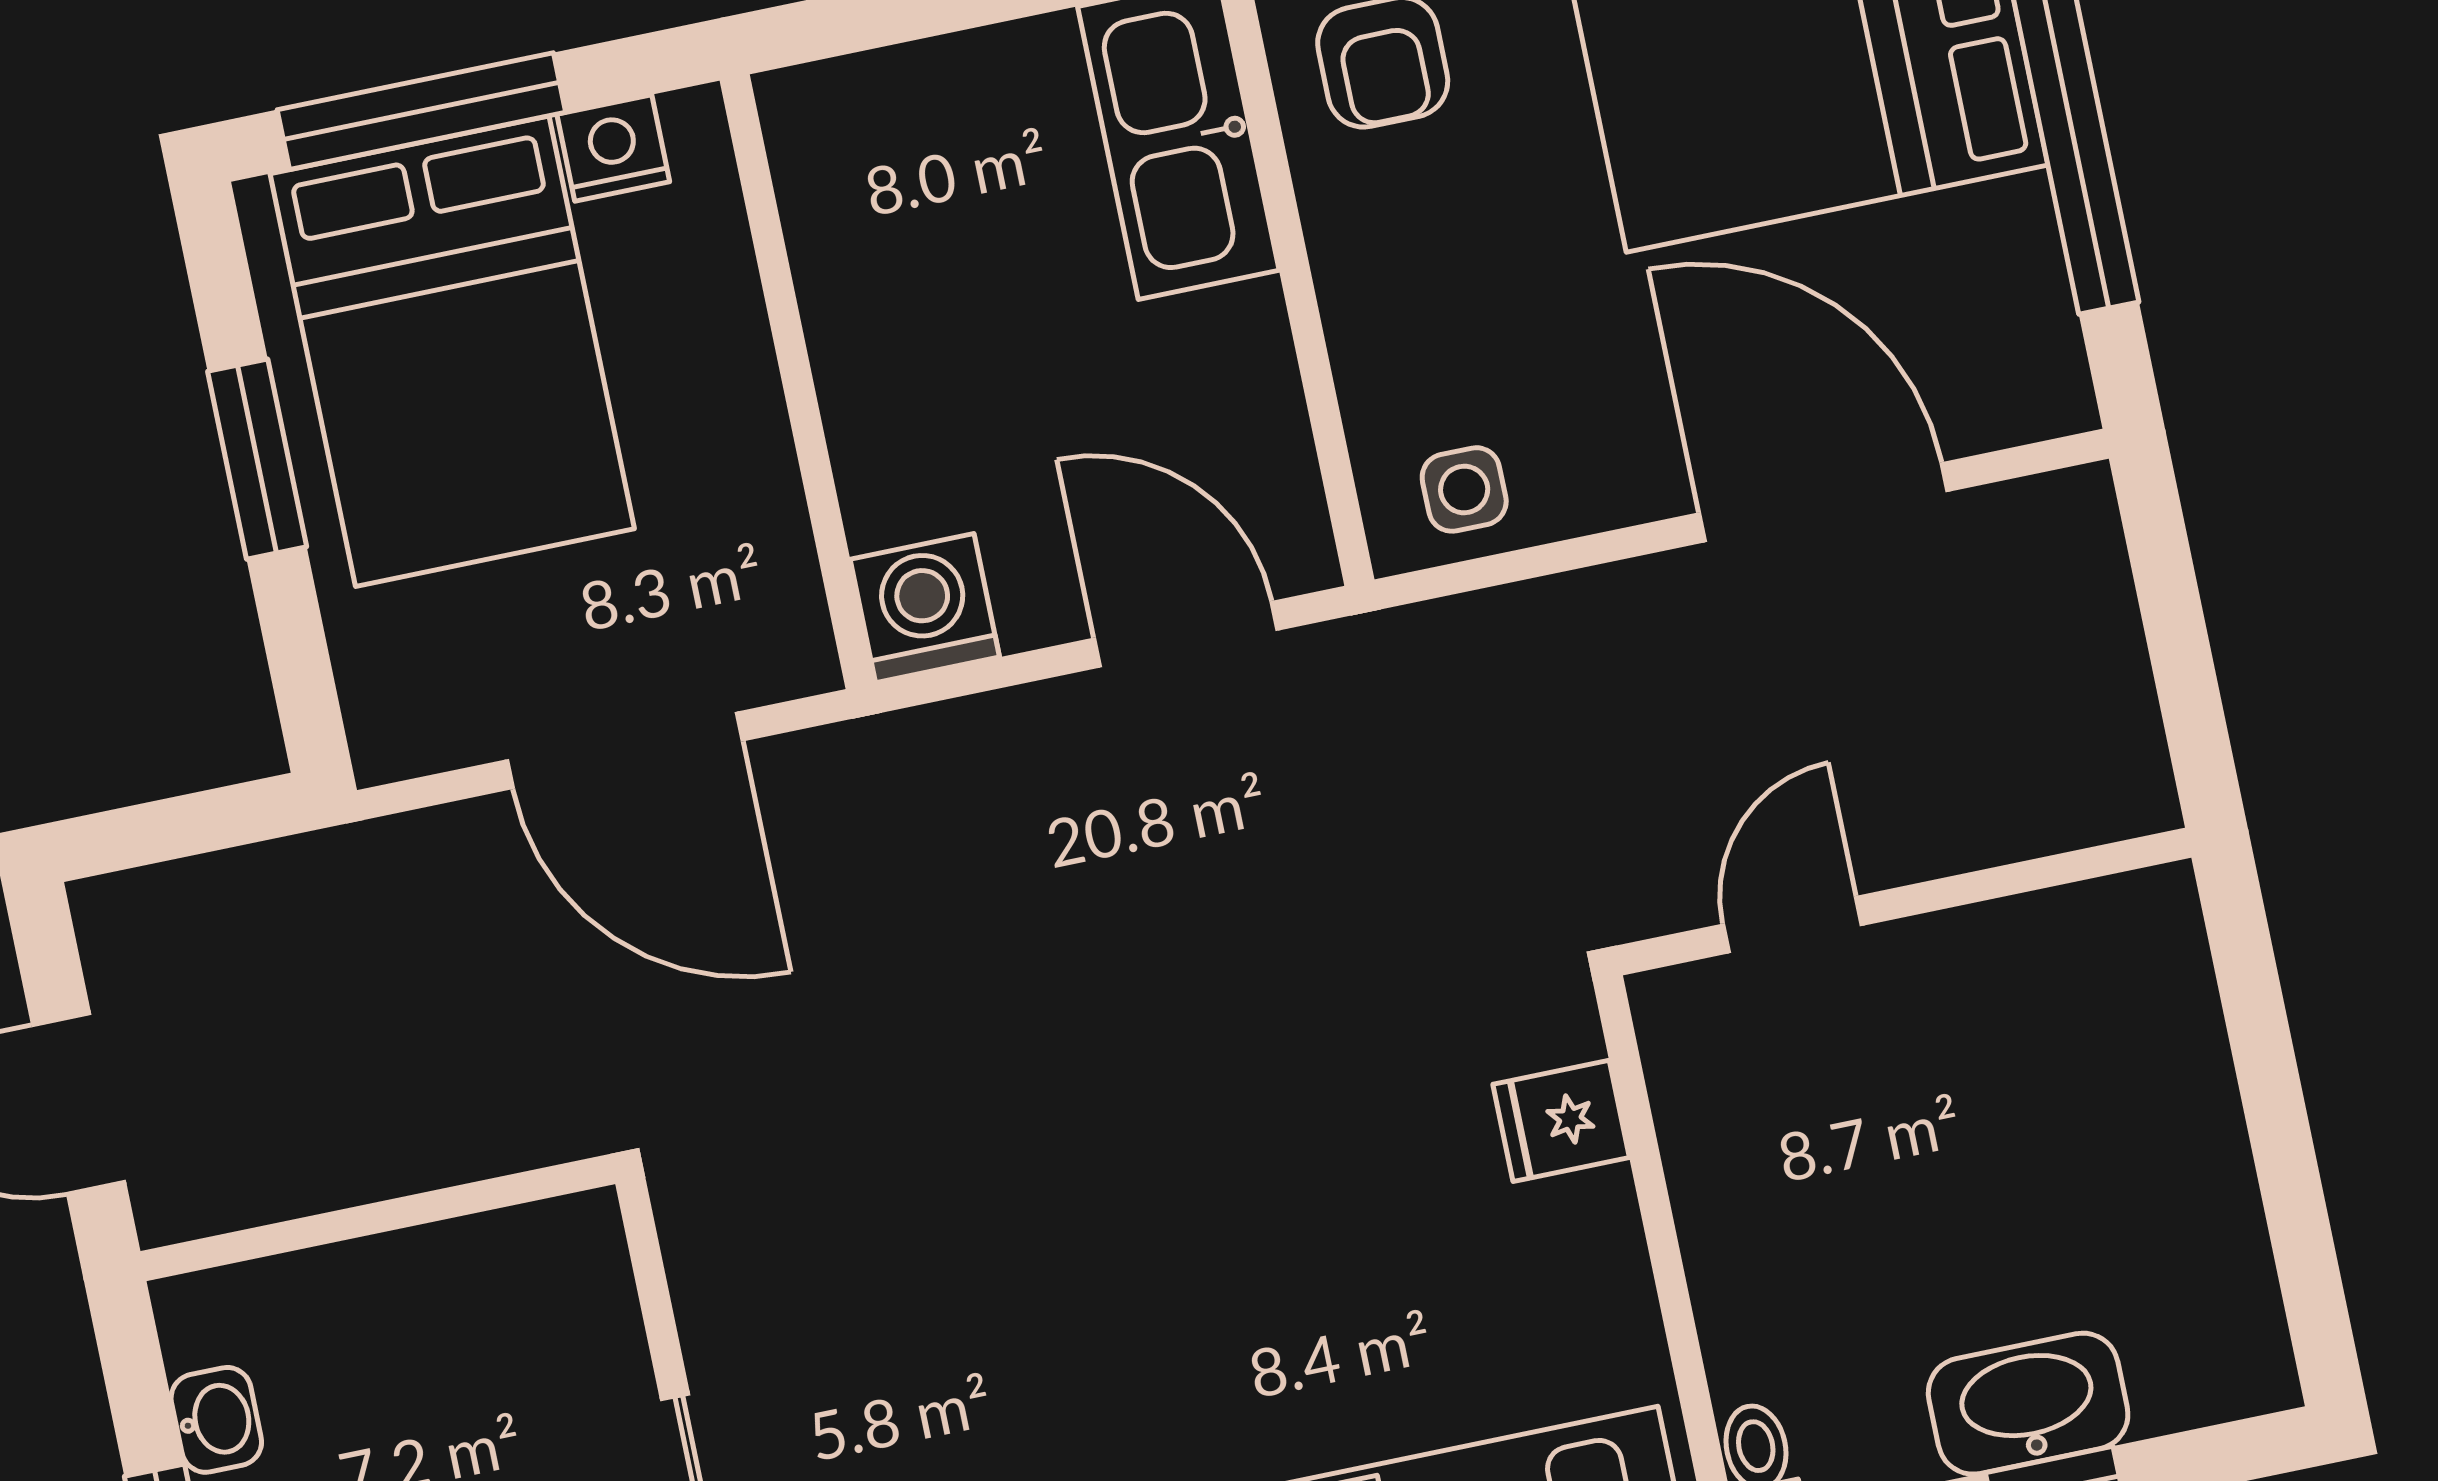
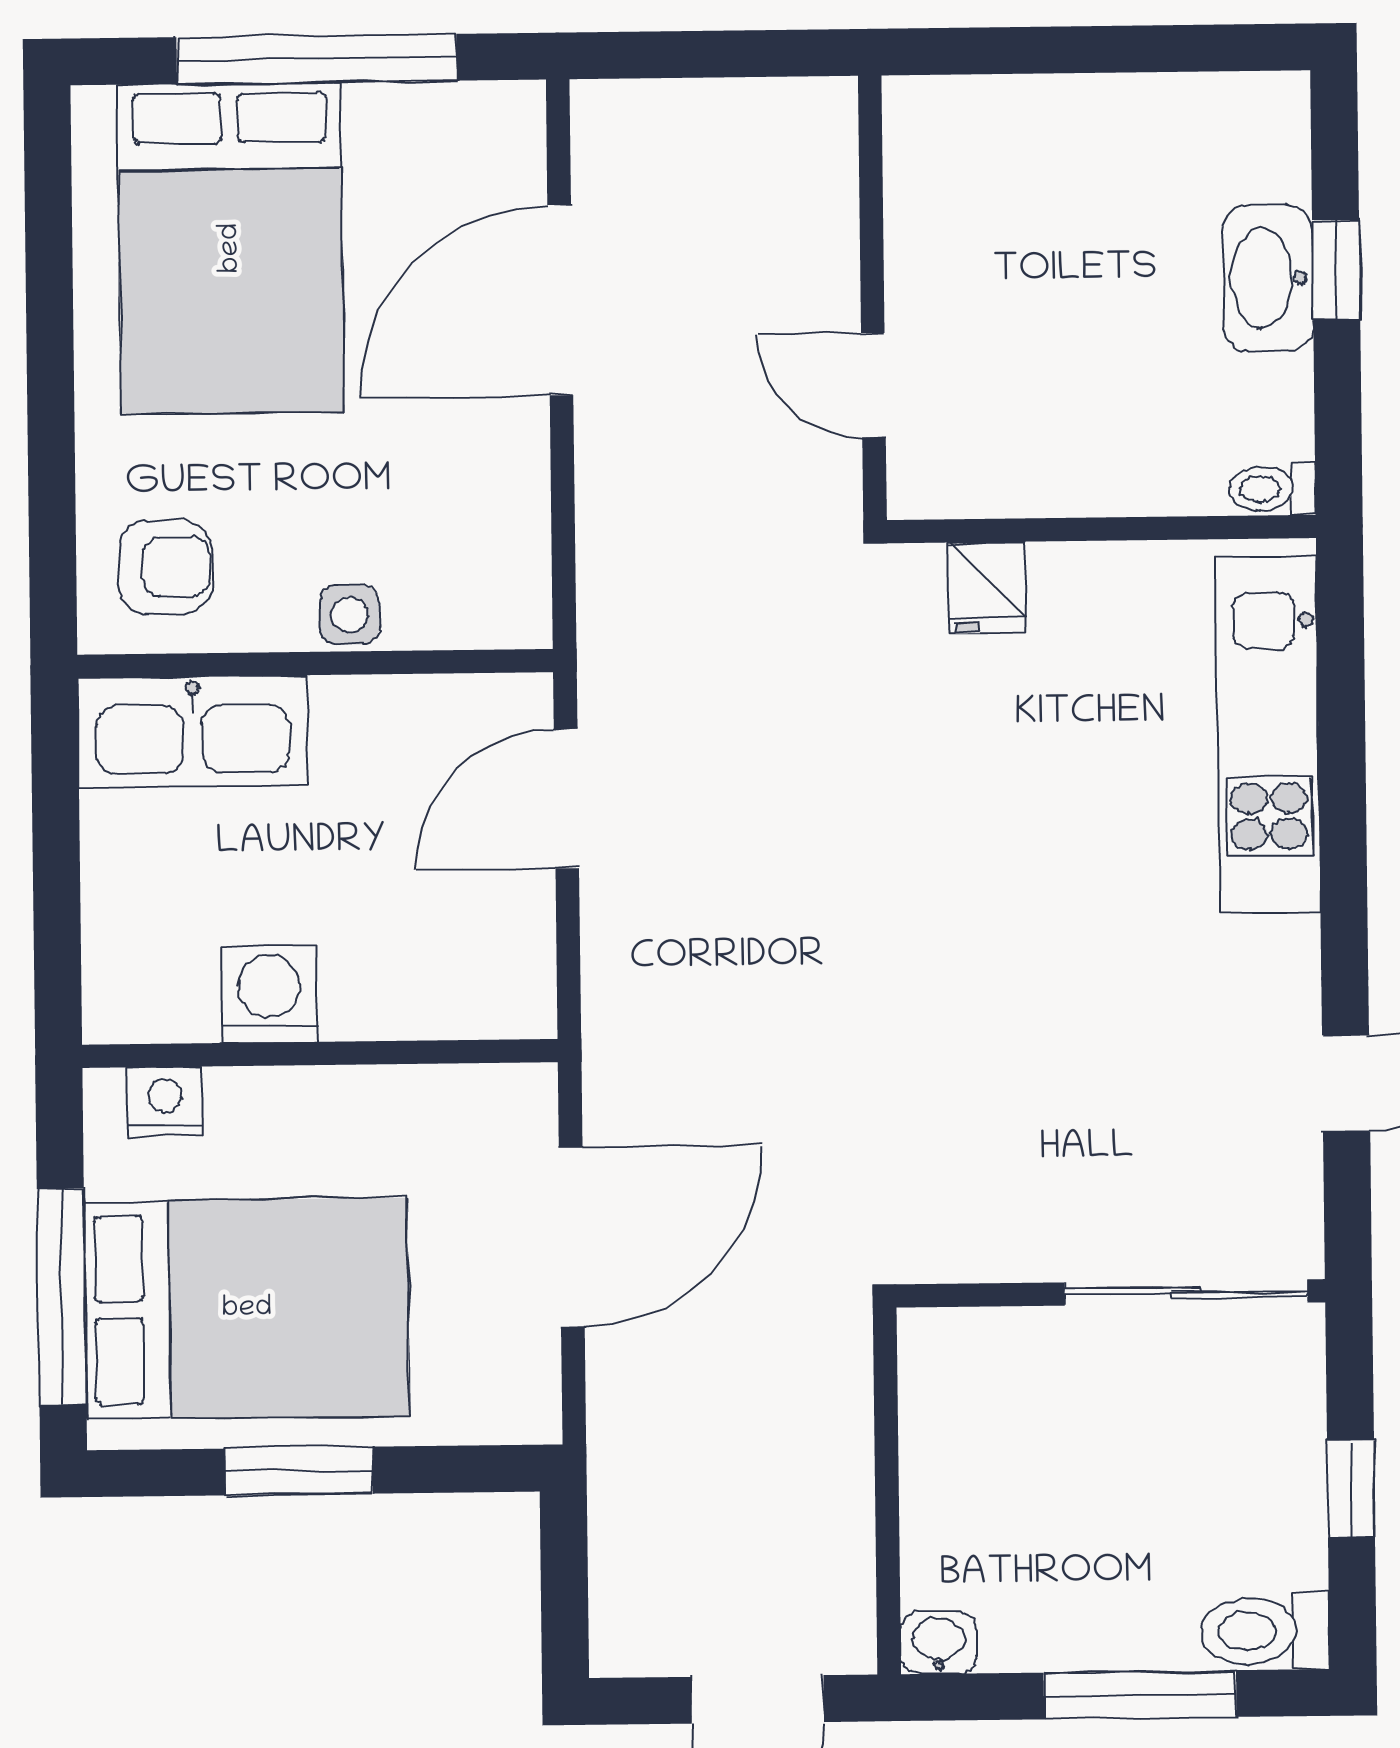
nightstand: (613, 148) -> (165, 1101), moved, turned 90
side table: (1464, 489) -> (349, 615), moved
washing machine: (925, 608) -> (269, 994), moved, turned 90
washbasin: (216, 1420) -> (939, 1643), moved

